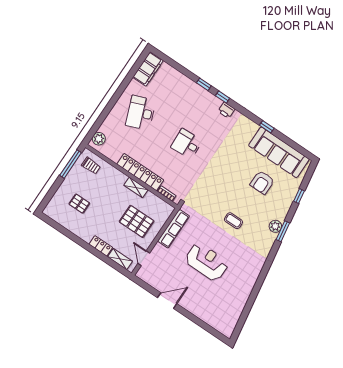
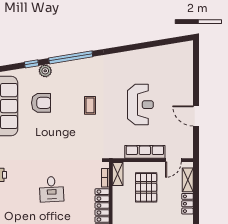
shelving: (136, 188) -> (118, 174), moved
plant: (275, 226) -> (45, 71), moved
row of seats: (173, 229) -> (145, 152), moved
window: (283, 231) -> (71, 57), width x2.11
reception desk: (207, 262) -> (140, 105), turned 180

